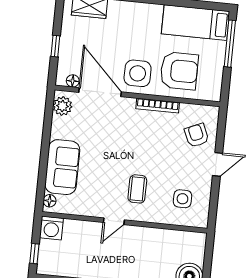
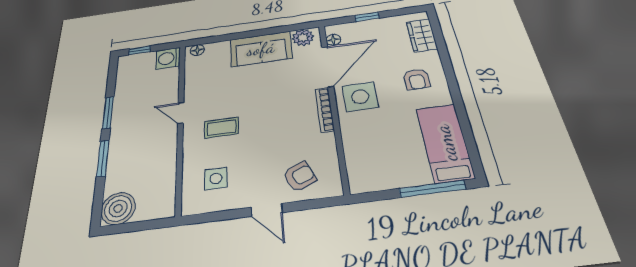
armchair: (179, 71) -> (417, 79), moved, width x0.53, depth x0.53
bookcase: (158, 106) -> (325, 110), moved
sofa: (62, 167) -> (261, 49), moved

